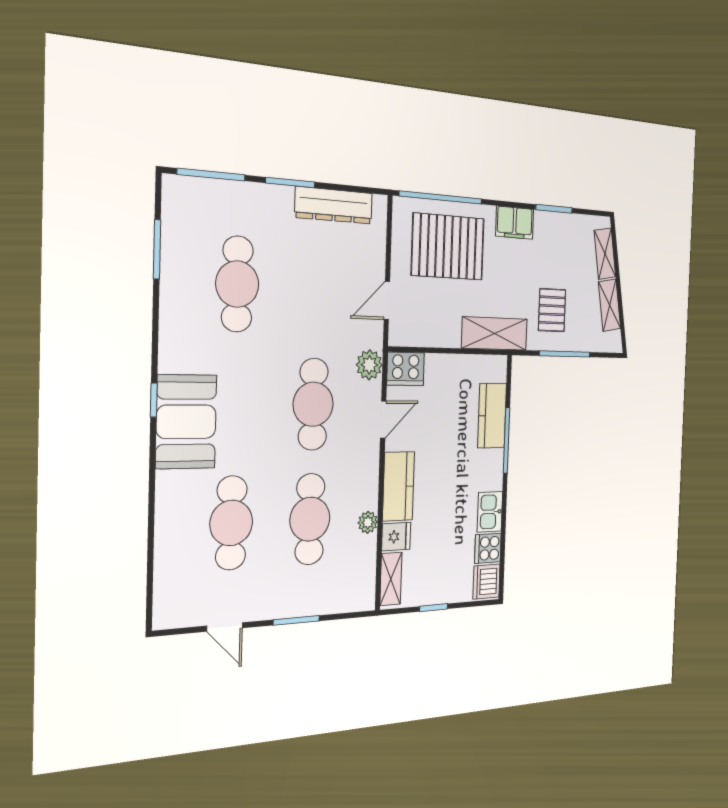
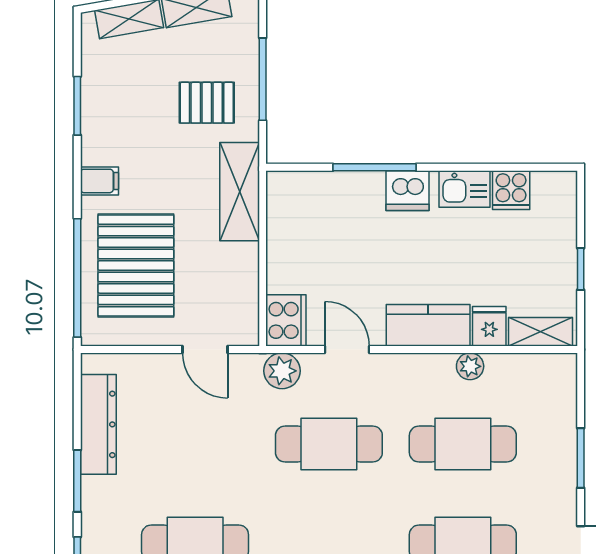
filing cabinet: (515, 223) -> (99, 181), width x0.50
kitchen counter: (492, 416) -> (343, 191), removed
dishwasher: (486, 582) -> (407, 191), moved

